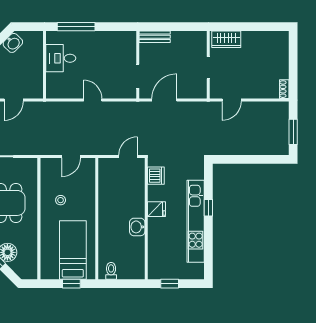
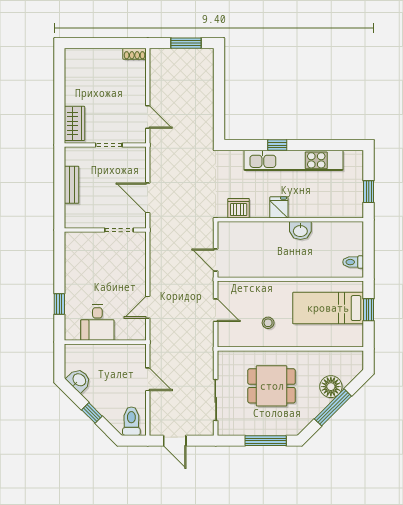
window: (76, 27) -> (59, 304), width x0.46
bench: (155, 37) -> (72, 185), moved
door: (93, 100) -> (148, 307), moved
door: (128, 157) -> (216, 260), moved

